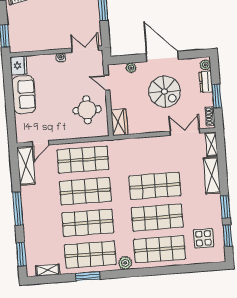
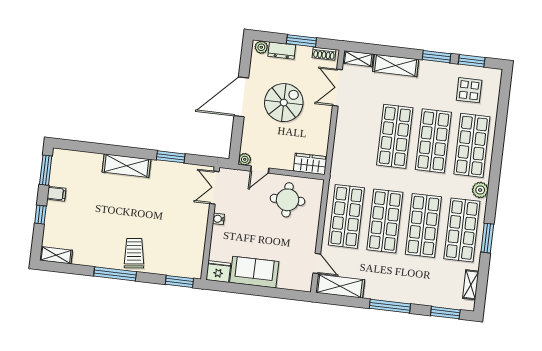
plant: (131, 68) -> (245, 159), moved

